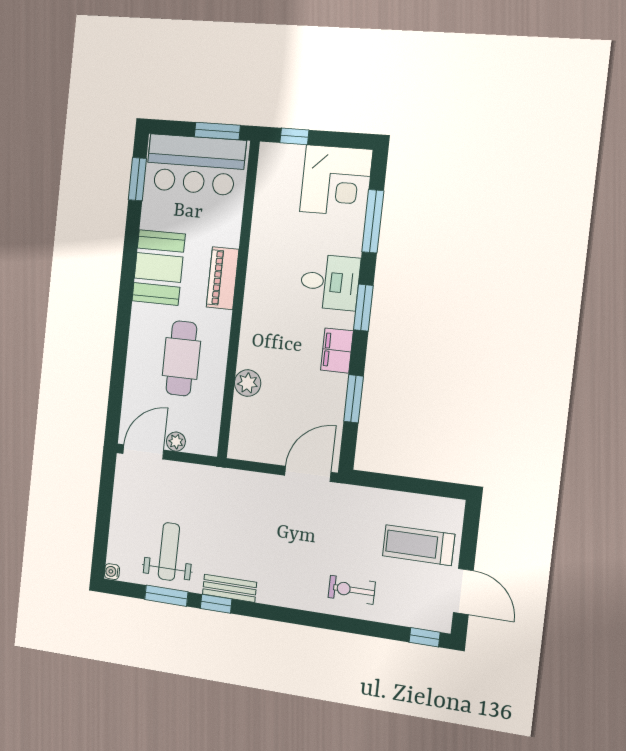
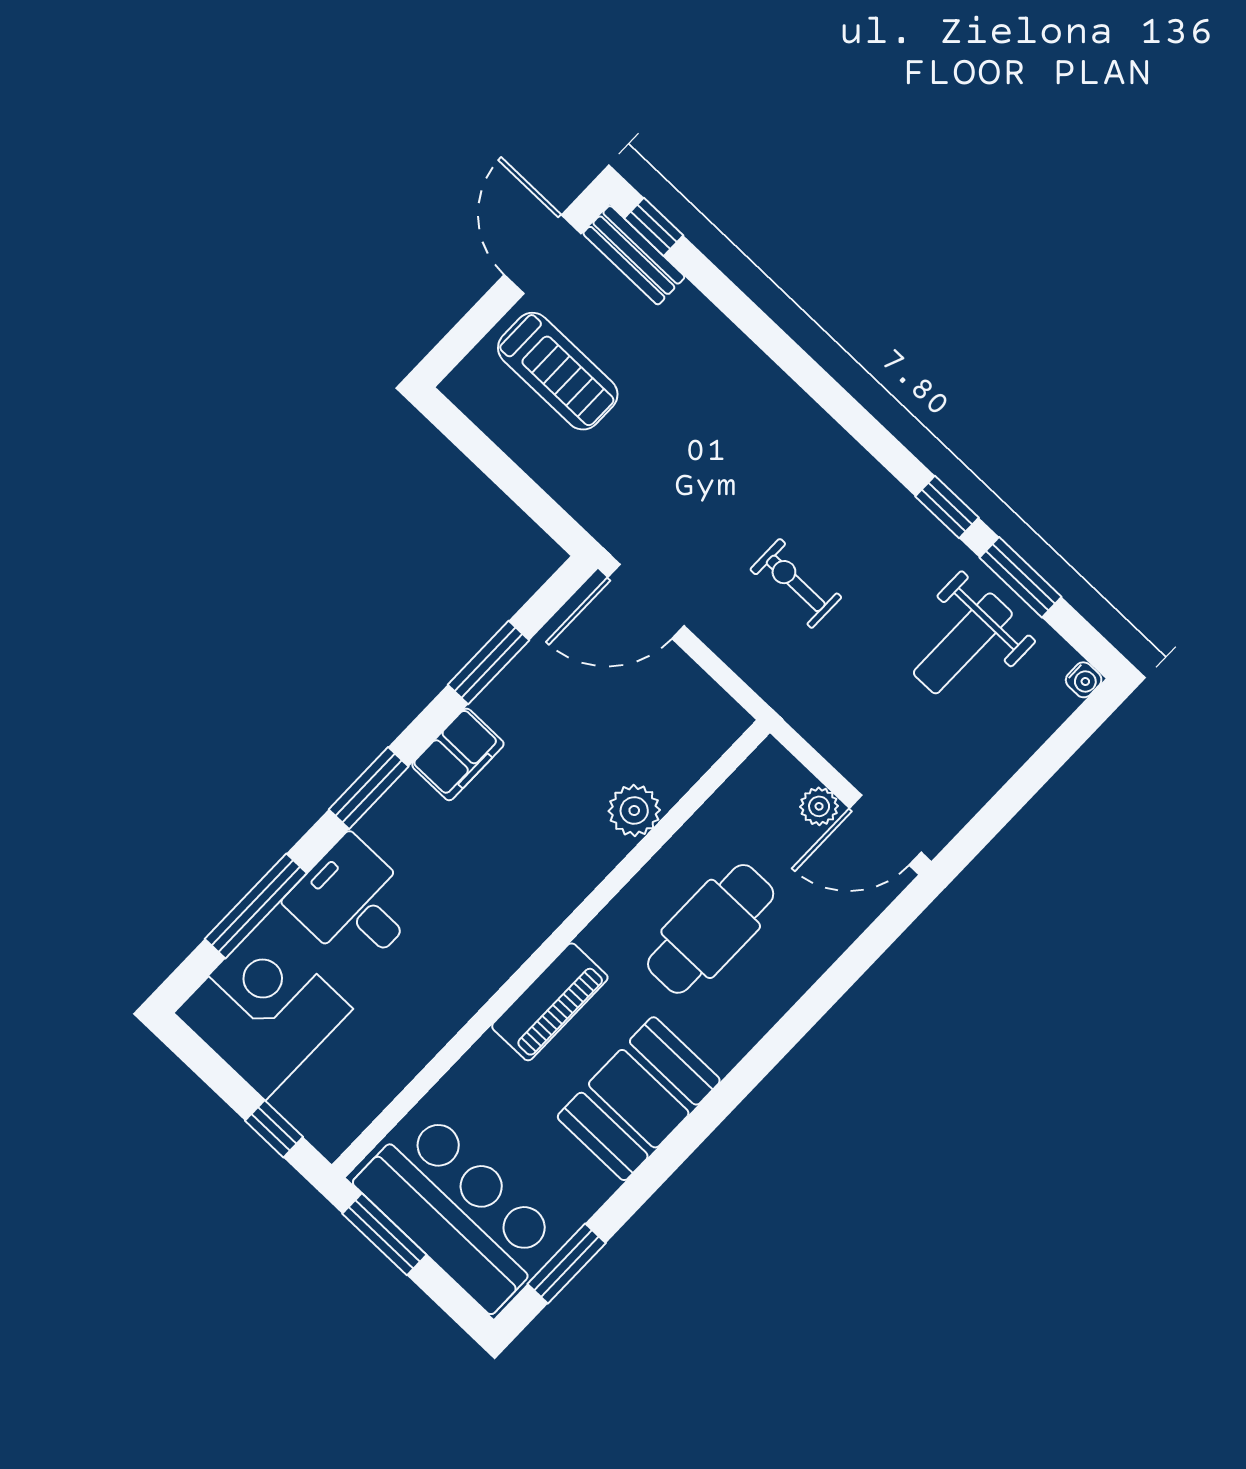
desk: (330, 282) -> (354, 903), moved
bench: (230, 588) -> (634, 255), moved
exercise bike: (352, 590) -> (796, 583), moved, turned 180

